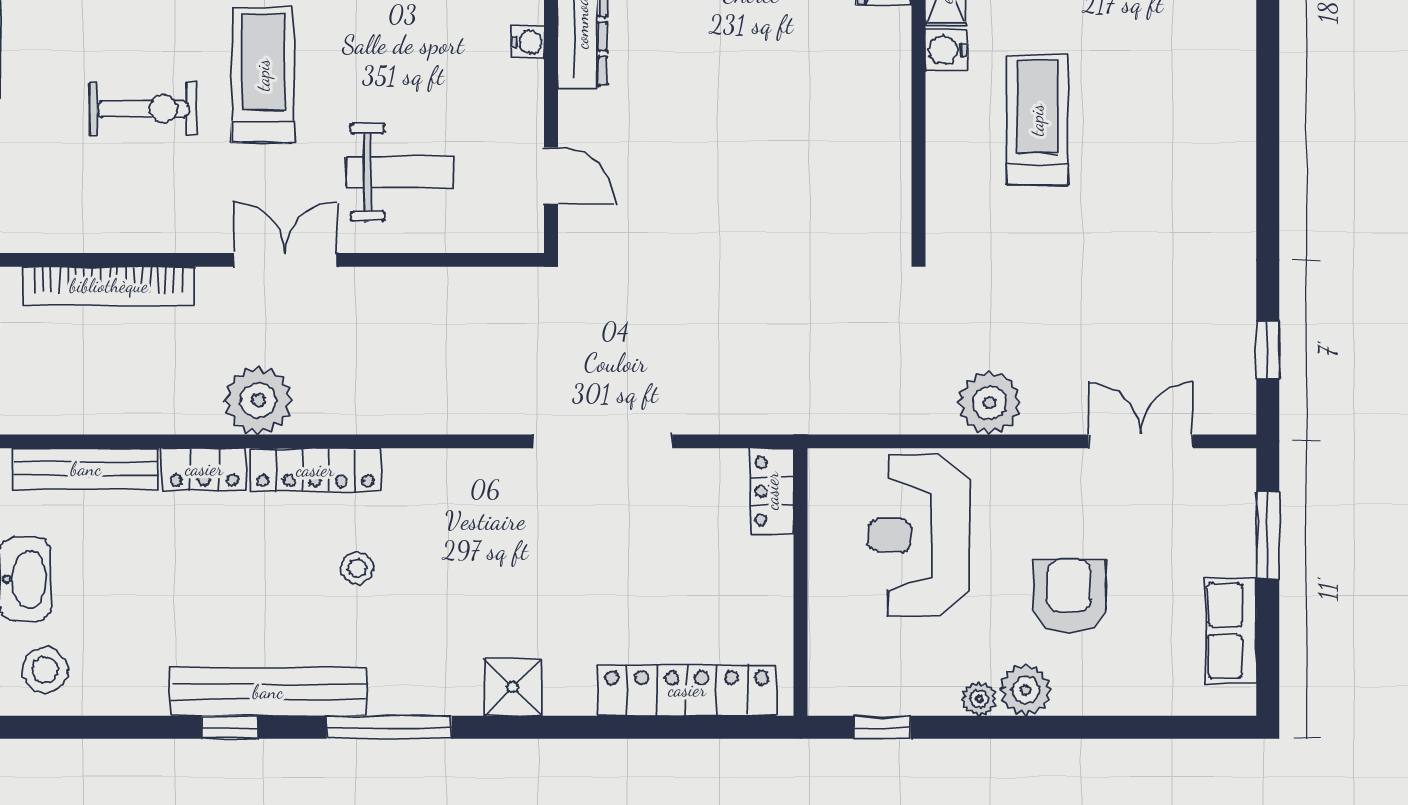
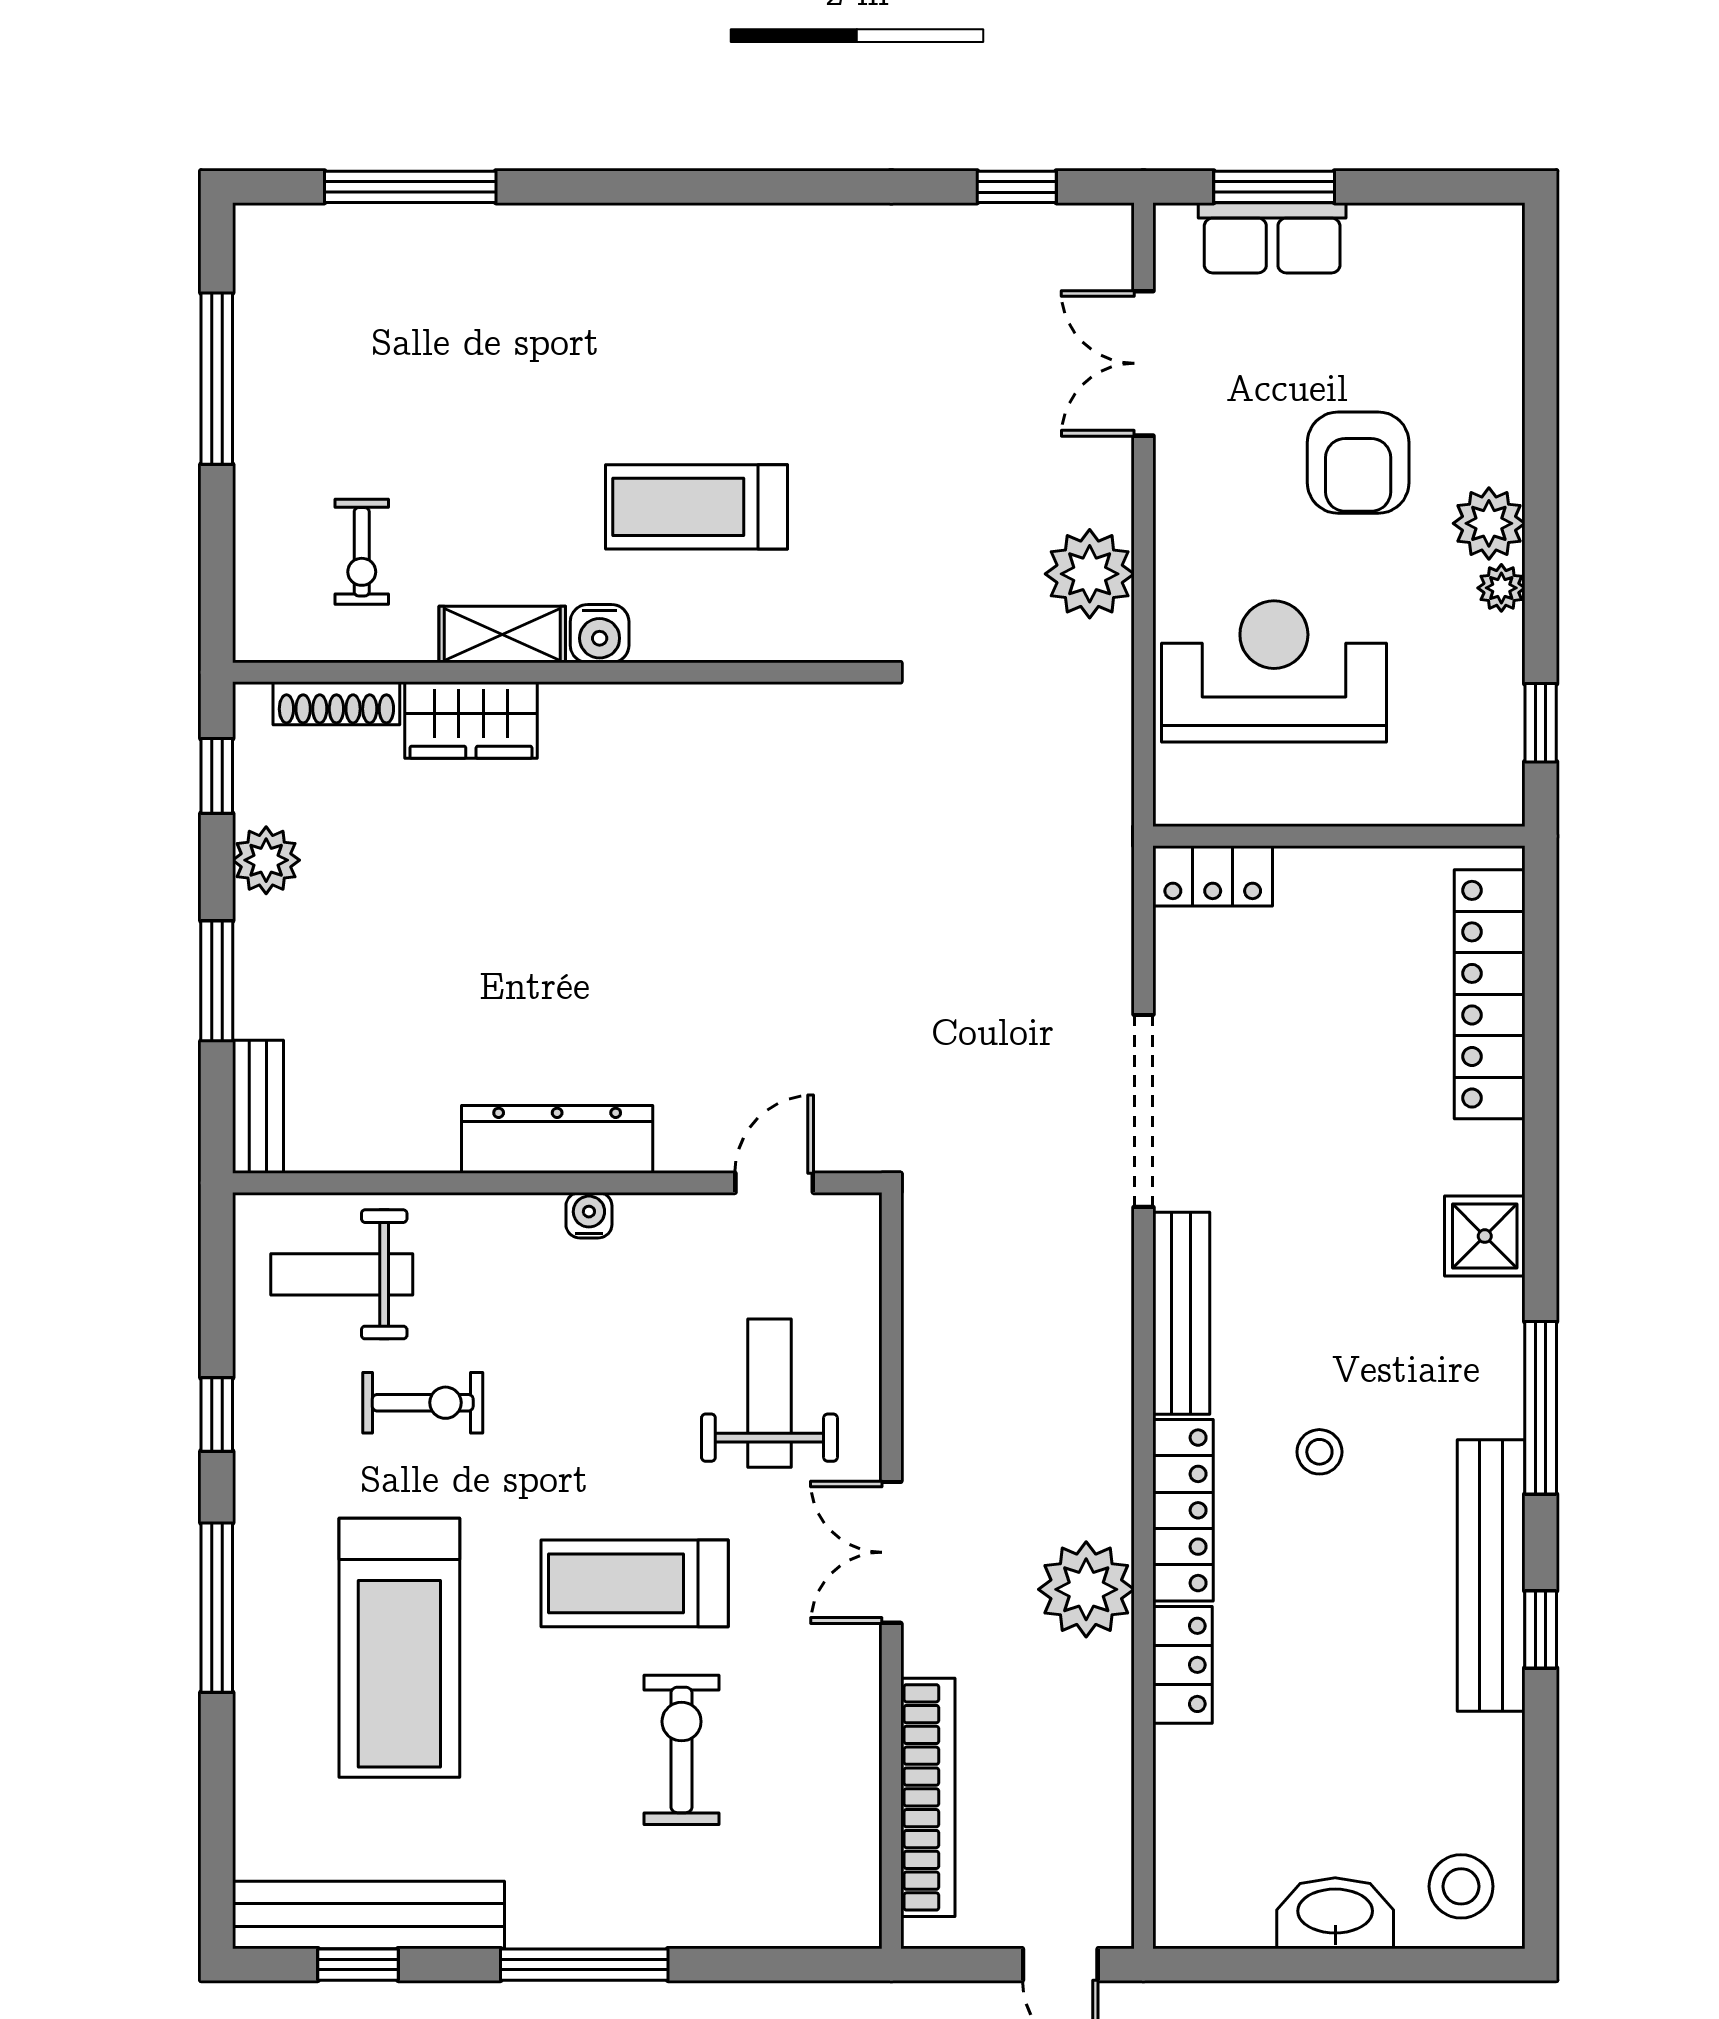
bench: (86, 469) -> (1181, 1313), moved
reception desk: (919, 535) -> (1274, 671), turned 180
armchair: (1069, 596) -> (1358, 463), turned -90
row of seats: (1231, 631) -> (1272, 238), moved

